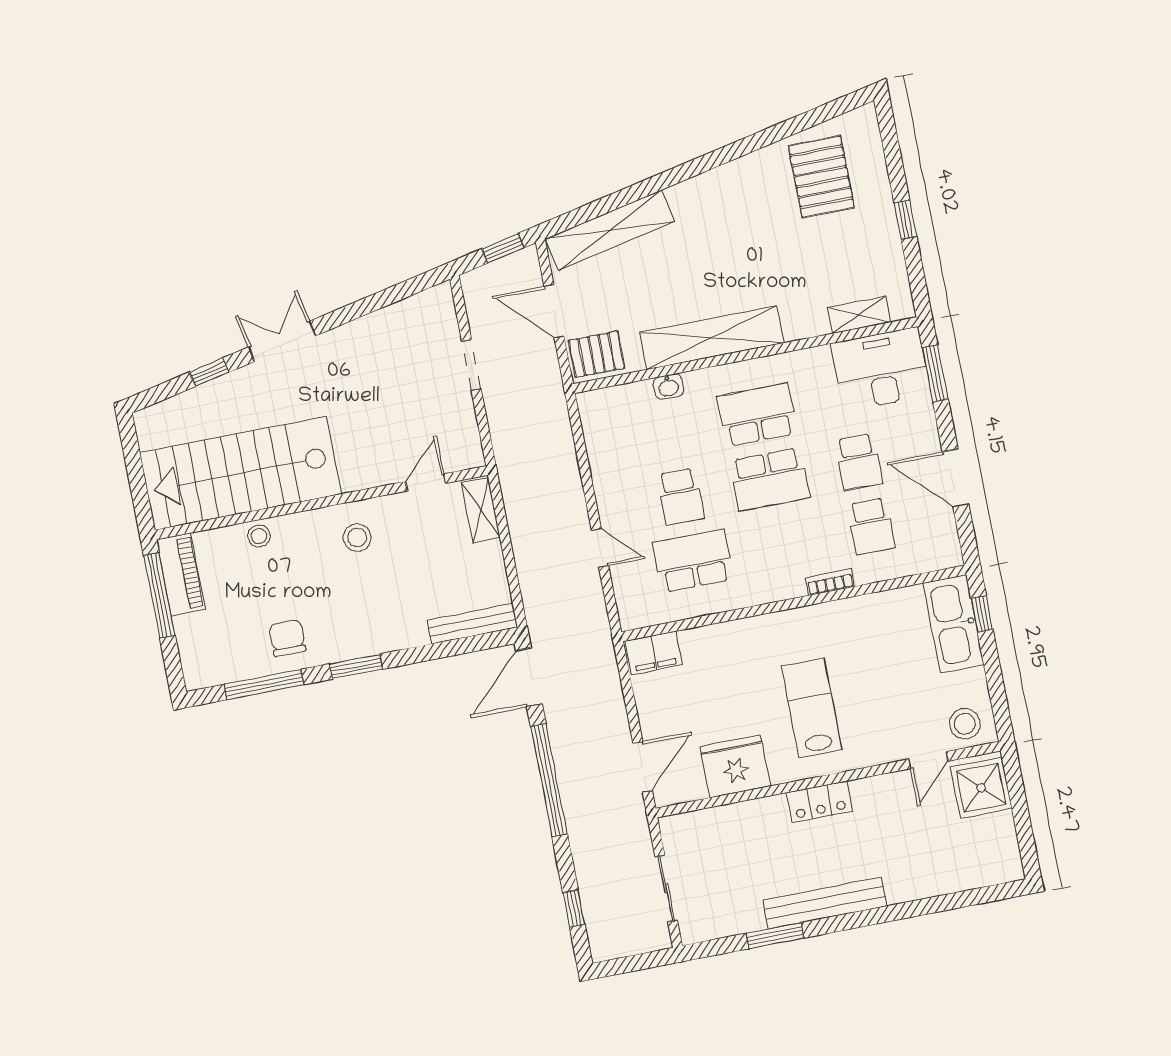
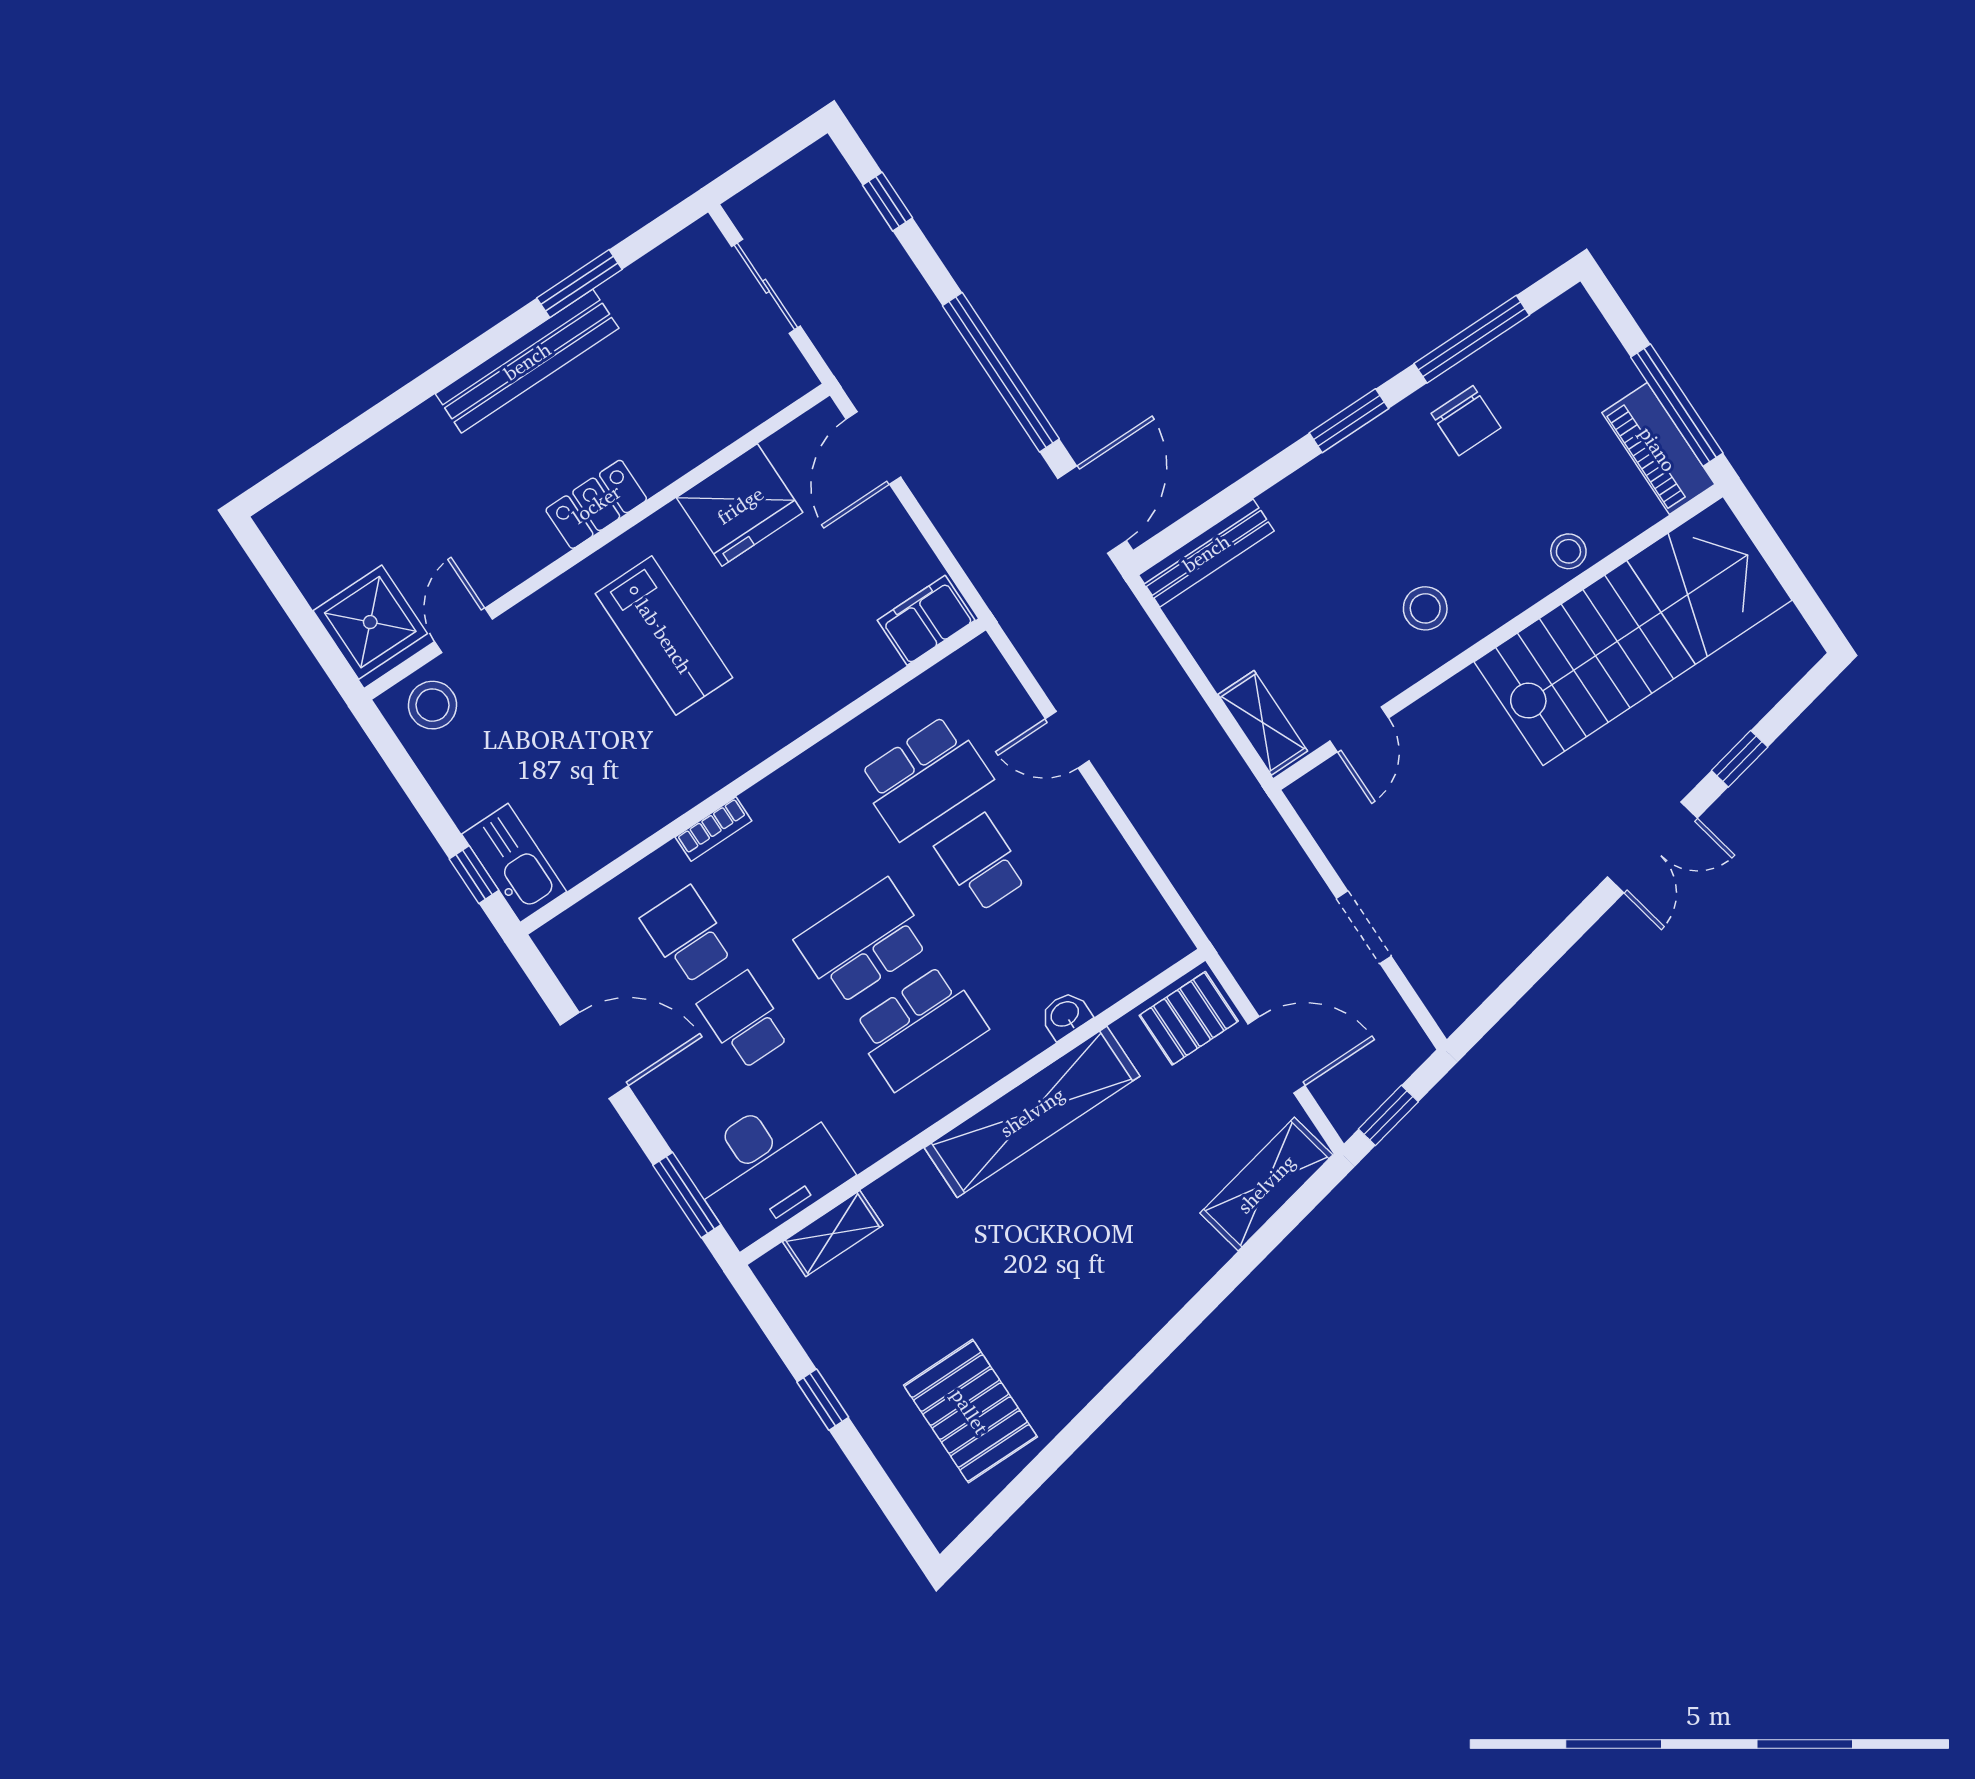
shelving: (610, 230) -> (1266, 1184), width x0.68
kitchen sink: (954, 624) -> (514, 863), width x0.73, depth x0.81

